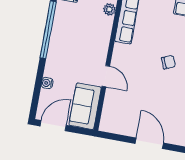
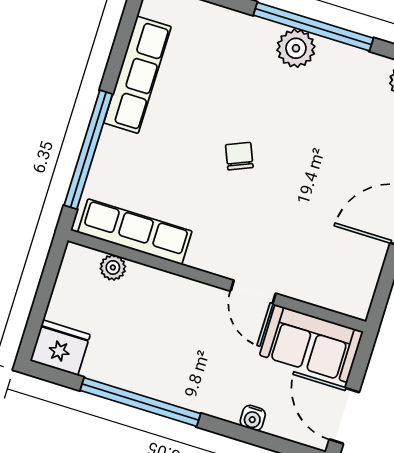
door: (106, 76) -> (253, 292), swing flipped

